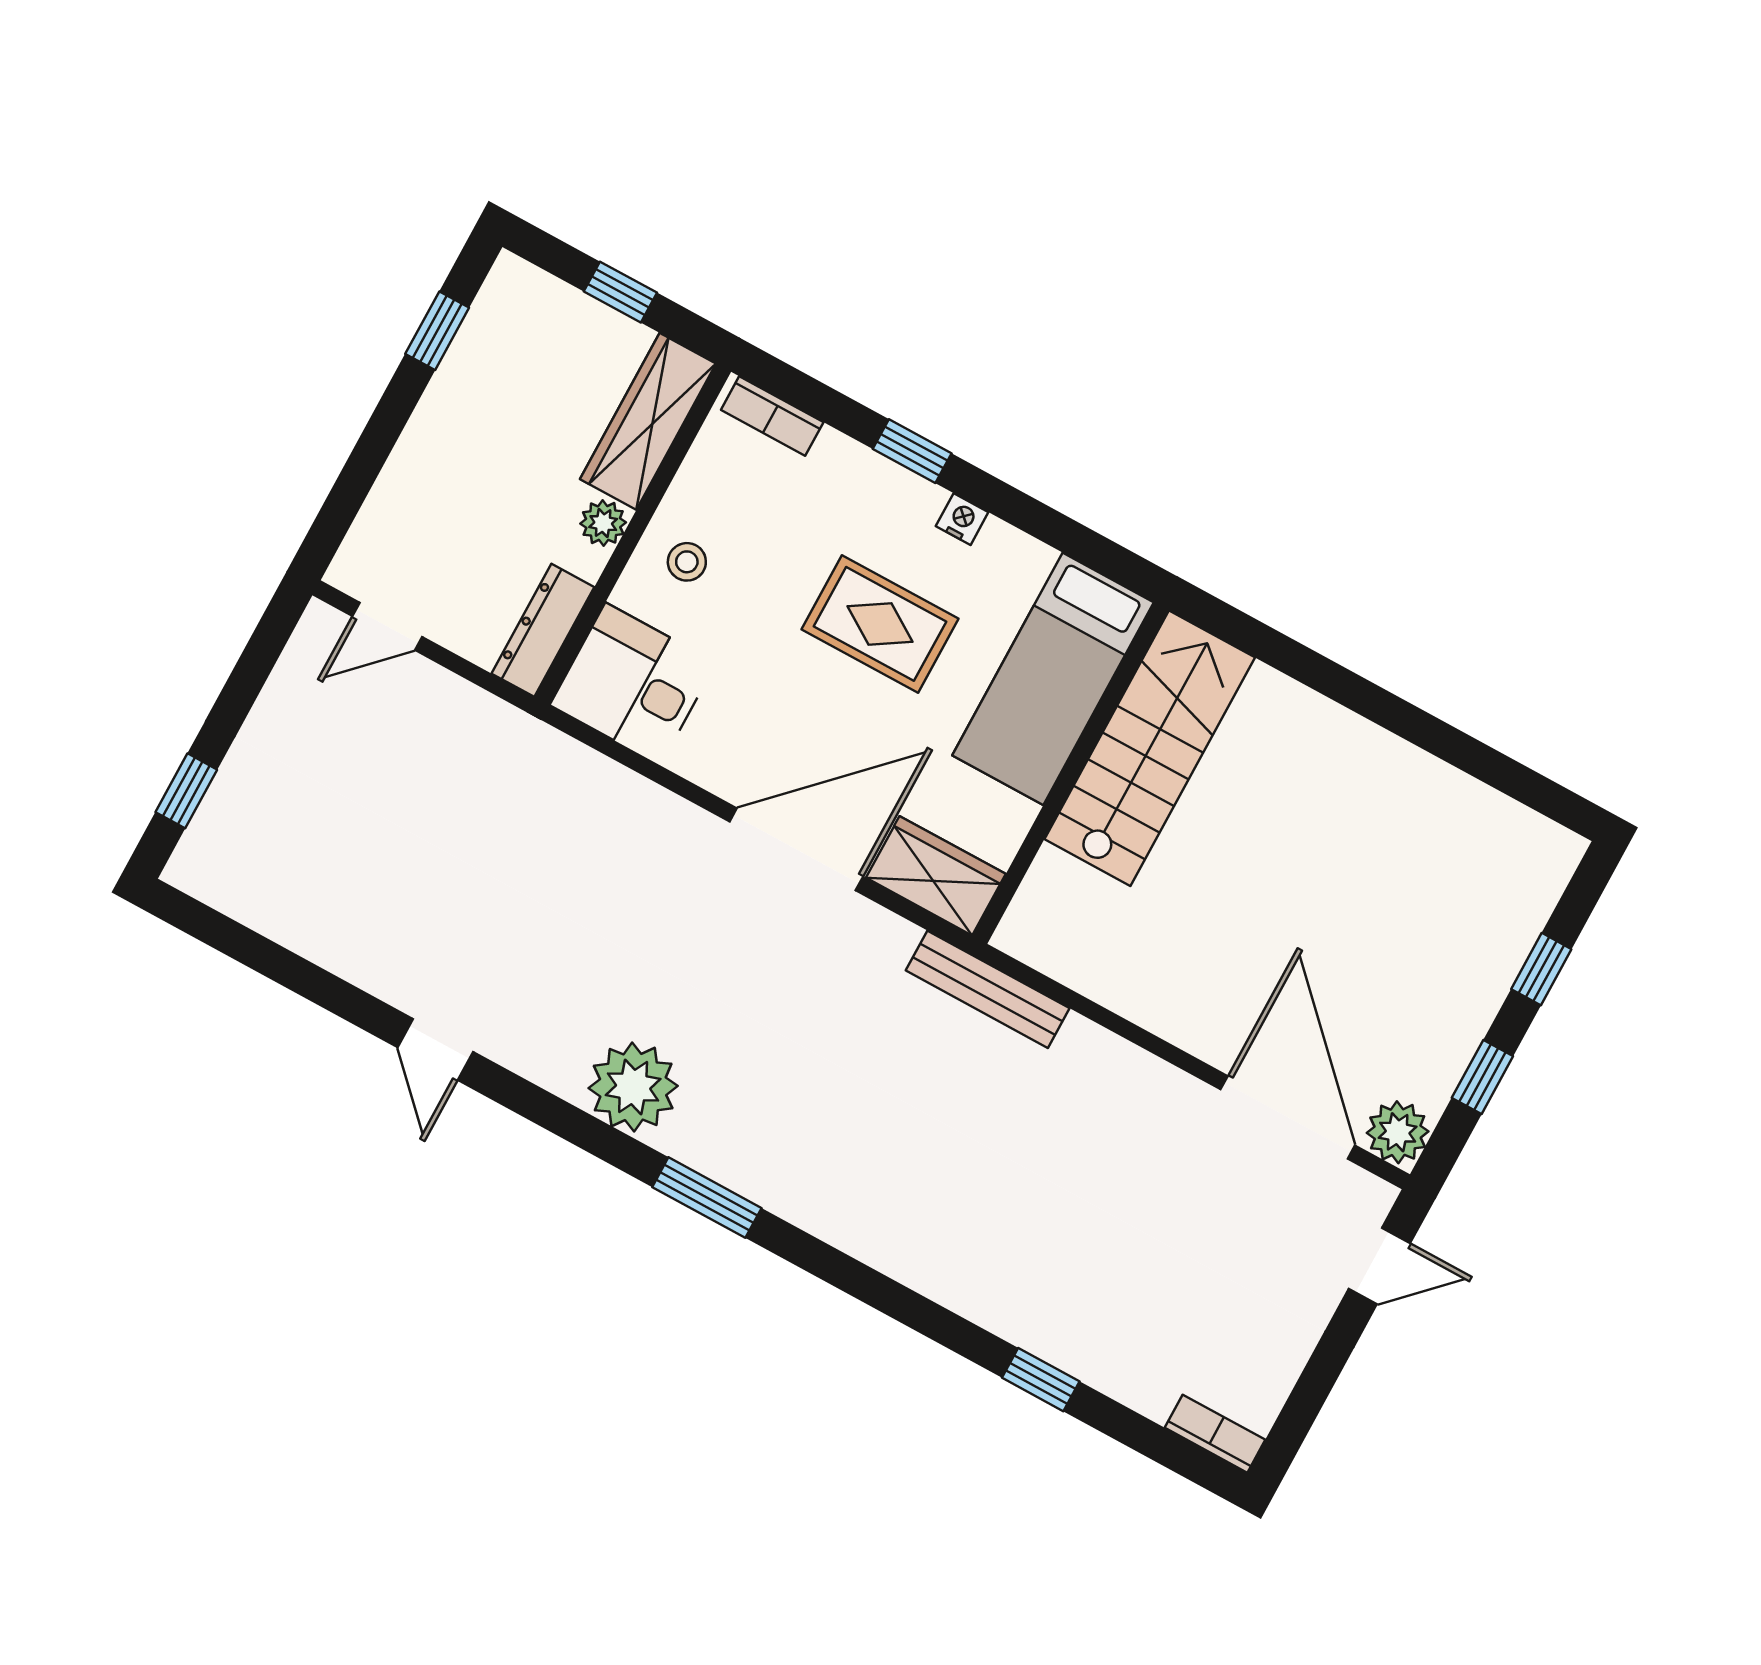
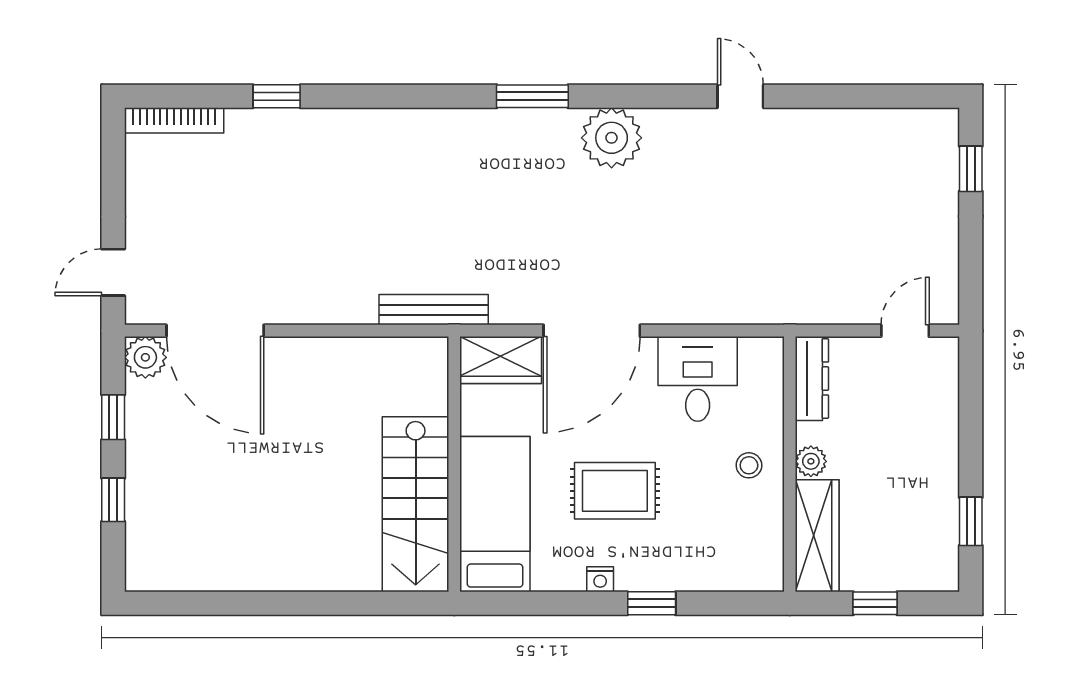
bookcase: (772, 416) -> (745, 579), removed
desk: (633, 684) -> (698, 379), moved, turned -90
bookcase: (1215, 1434) -> (174, 120), width x1.56

